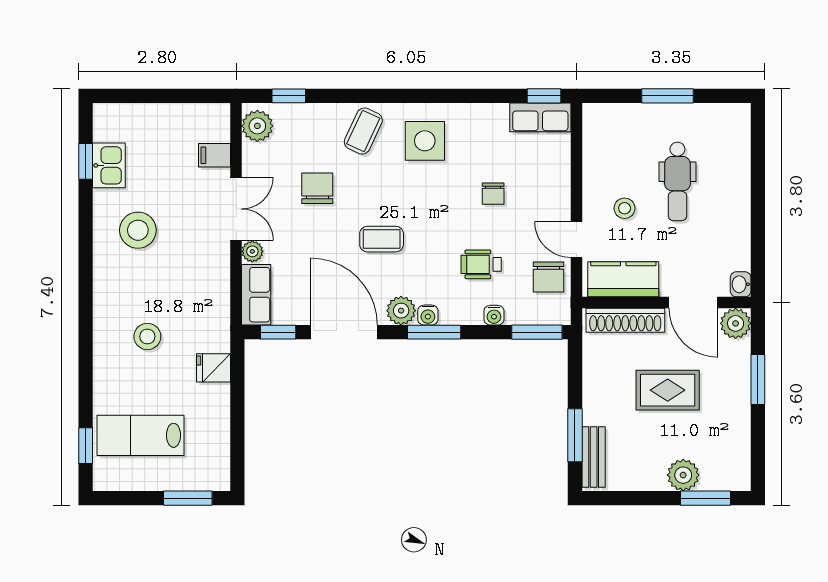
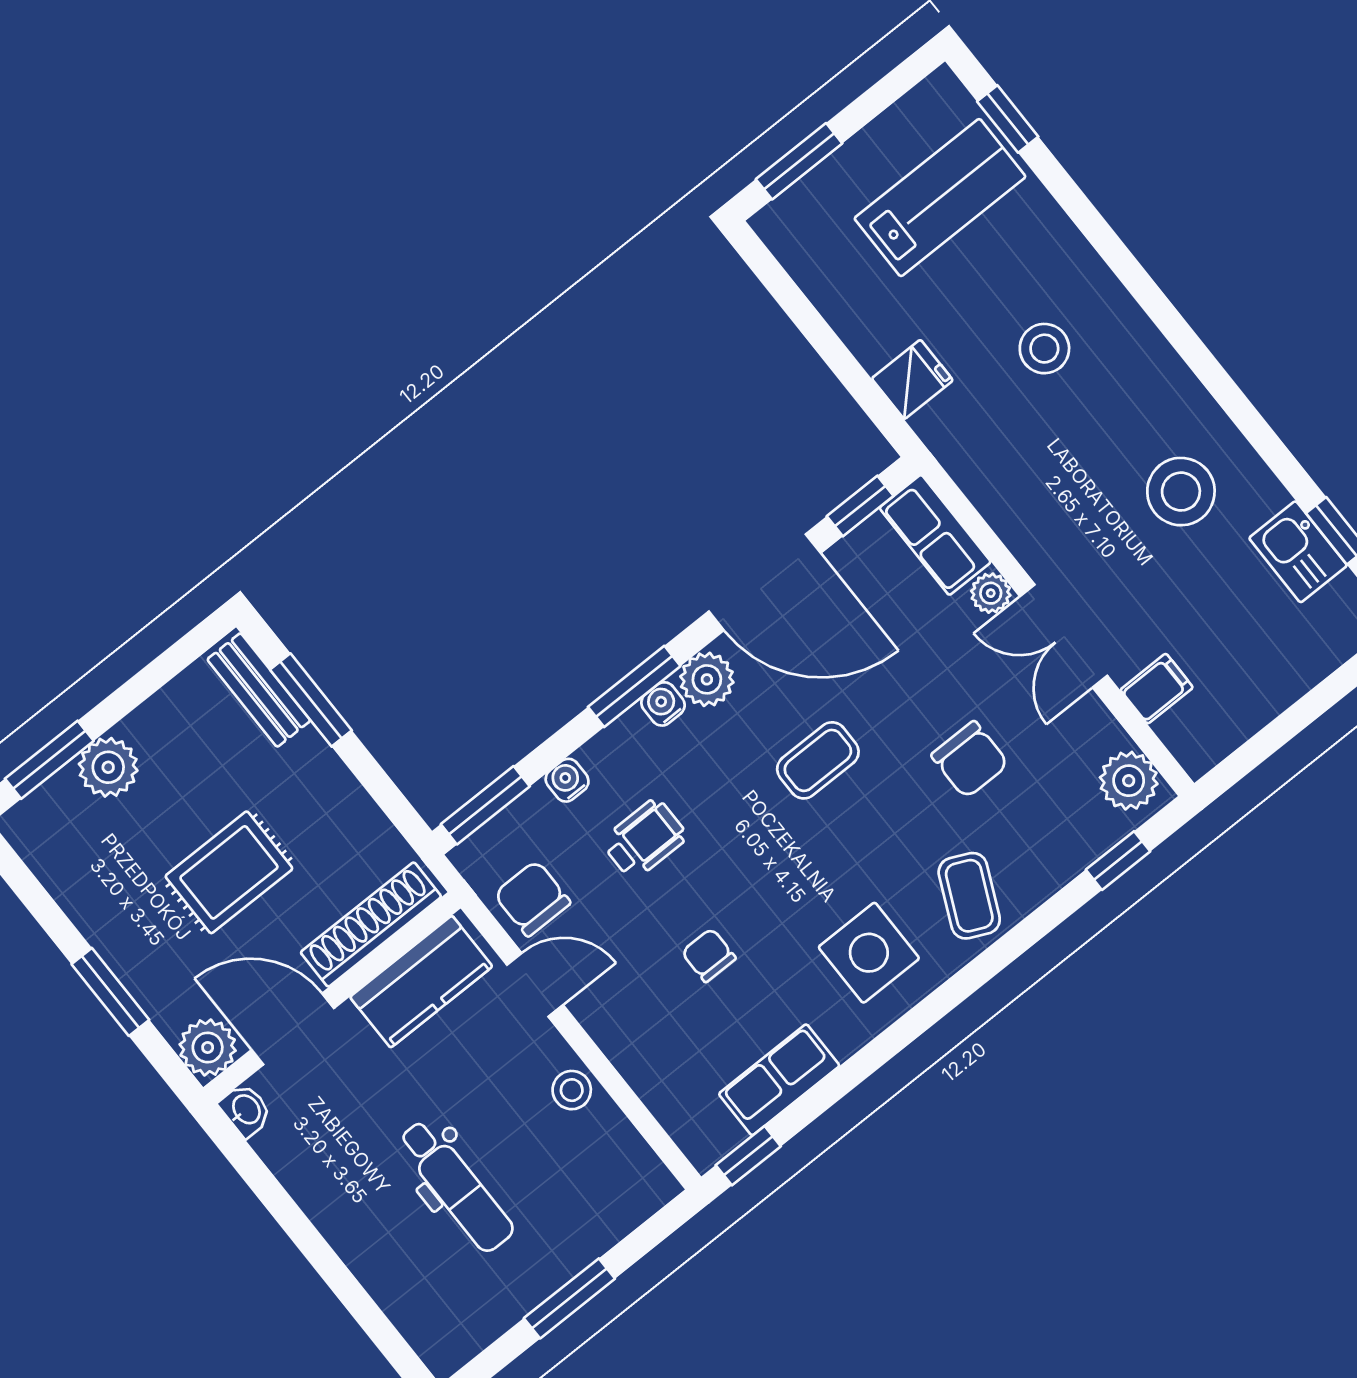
row of seats: (540, 117) -> (779, 1080), moved
dental chair: (677, 182) -> (456, 1186), turned 180
stool: (625, 208) -> (572, 1090), moved

